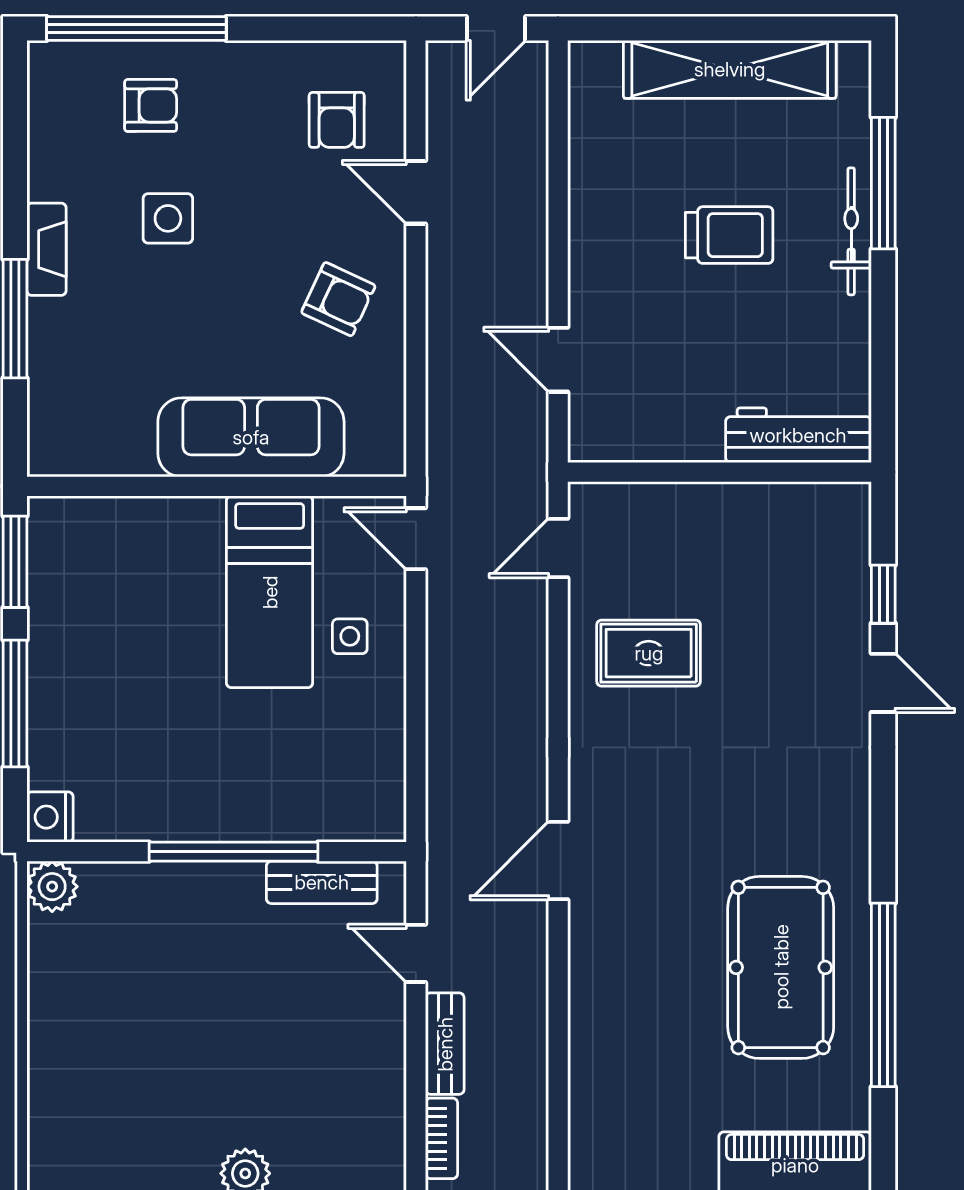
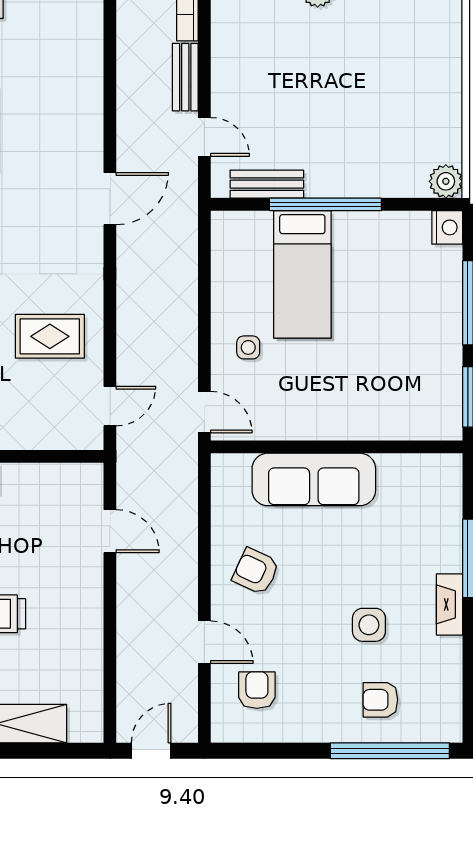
bed: (270, 592) -> (302, 274), moved, turned 180

